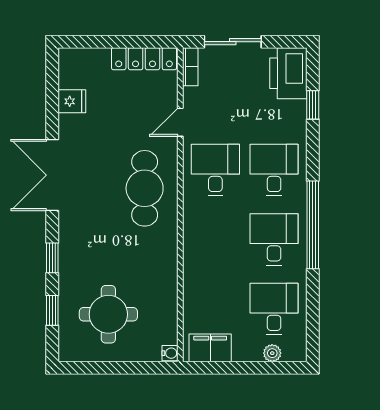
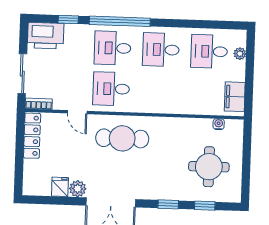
plant: (70, 127) -> (78, 189), added
window: (313, 225) -> (120, 21), moved
water cooler: (170, 353) -> (219, 124), moved

